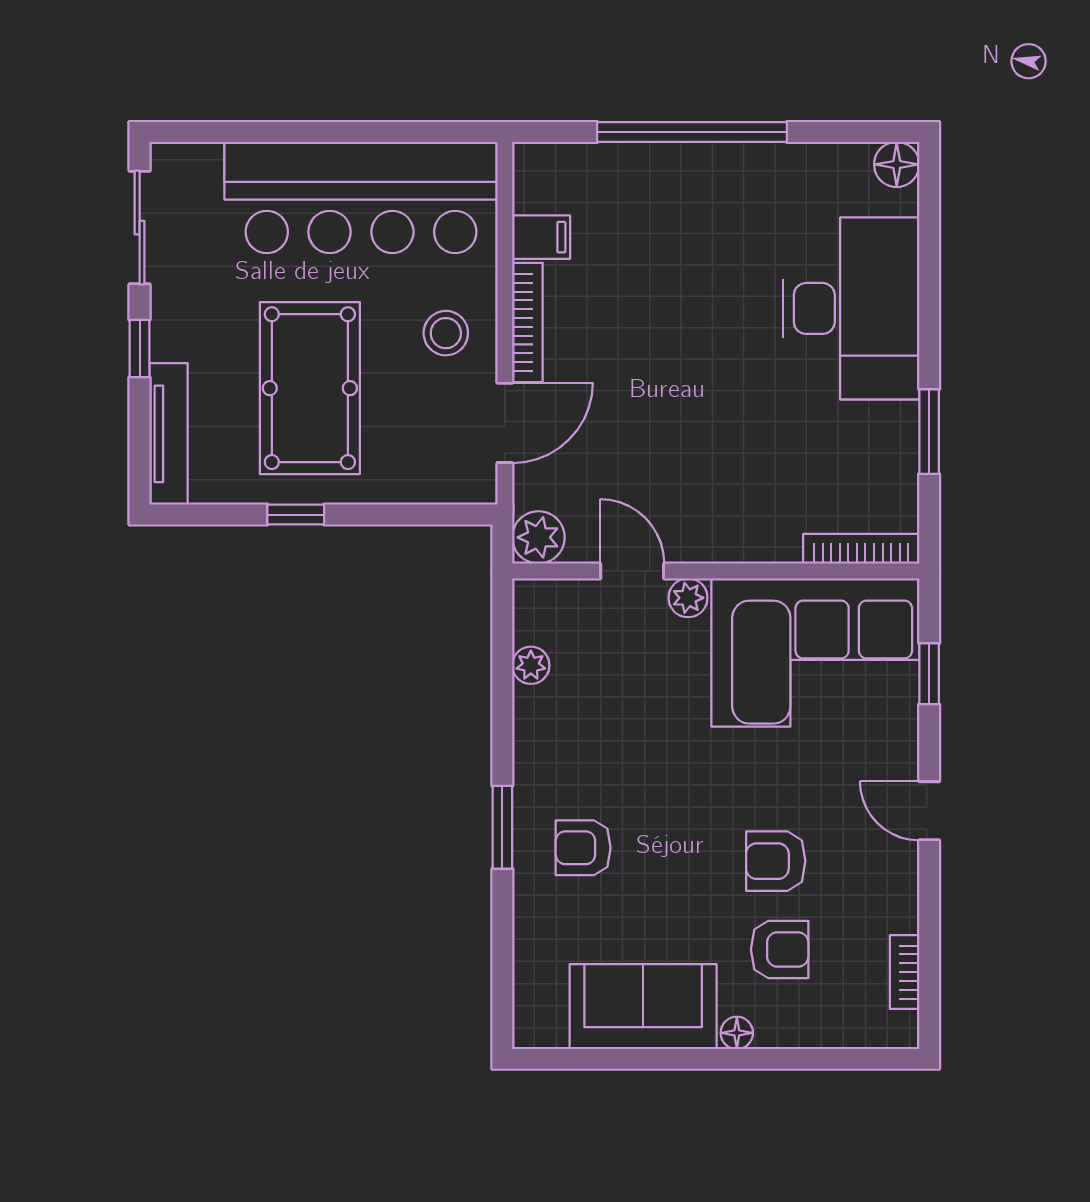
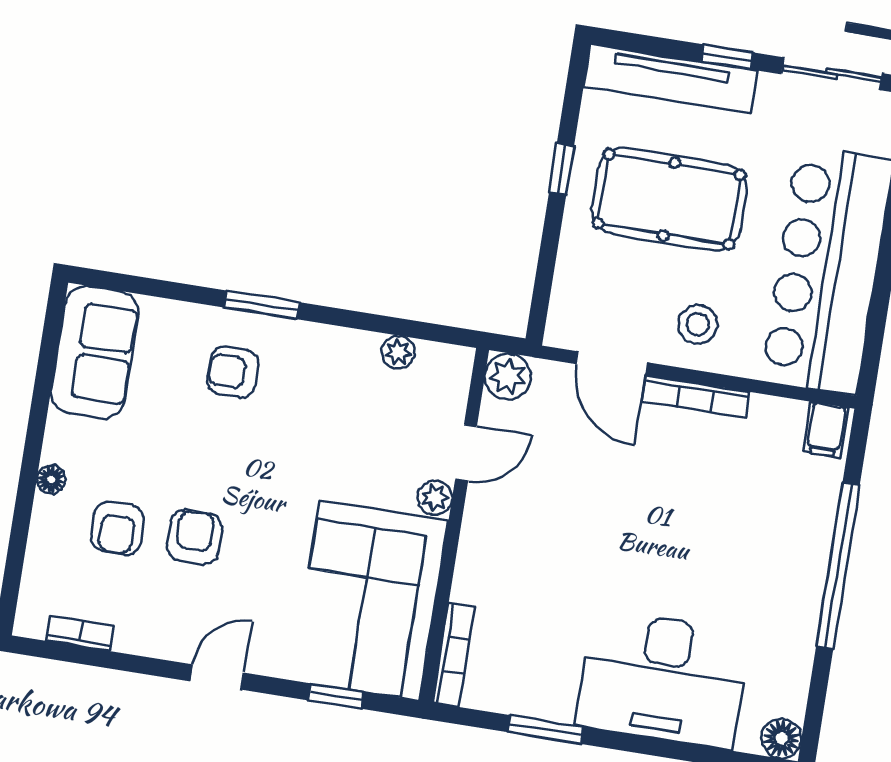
filing cabinet: (541, 237) -> (826, 430), moved
tv unit: (169, 434) -> (670, 79), width x1.36, depth x1.29
armchair: (583, 848) -> (233, 372), turned -89
sofa: (643, 1007) -> (95, 352), moved

